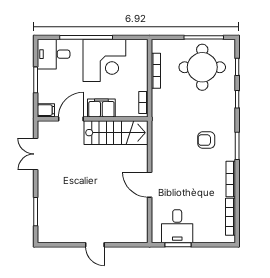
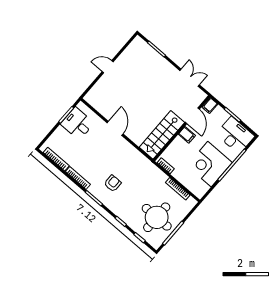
desk: (54, 54) -> (235, 135), width x1.37
filing cabinet: (101, 108) -> (187, 135), width x0.50
door: (150, 185) -> (115, 128), hinge flipped

